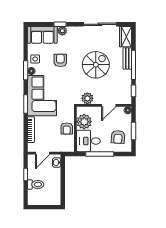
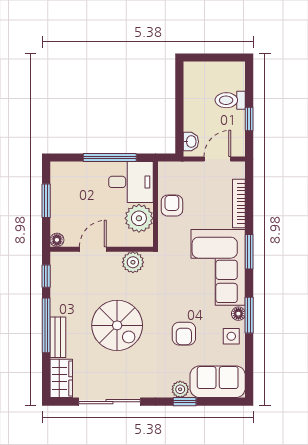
spiral stairs: (96, 65) -> (117, 325), turned -90
armchair: (118, 137) -> (75, 190), removed

